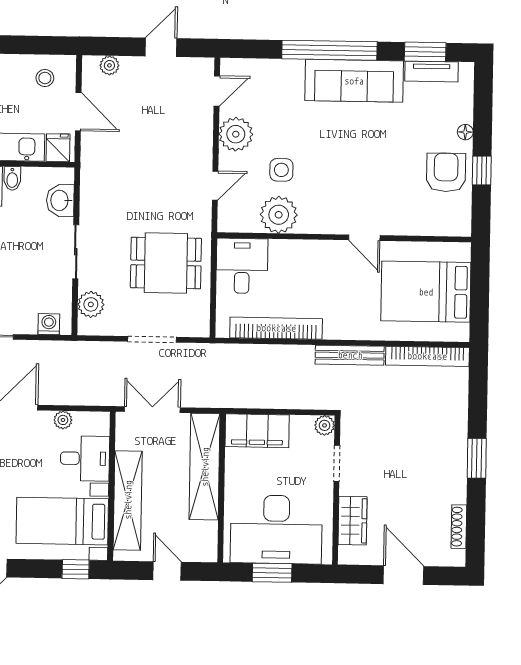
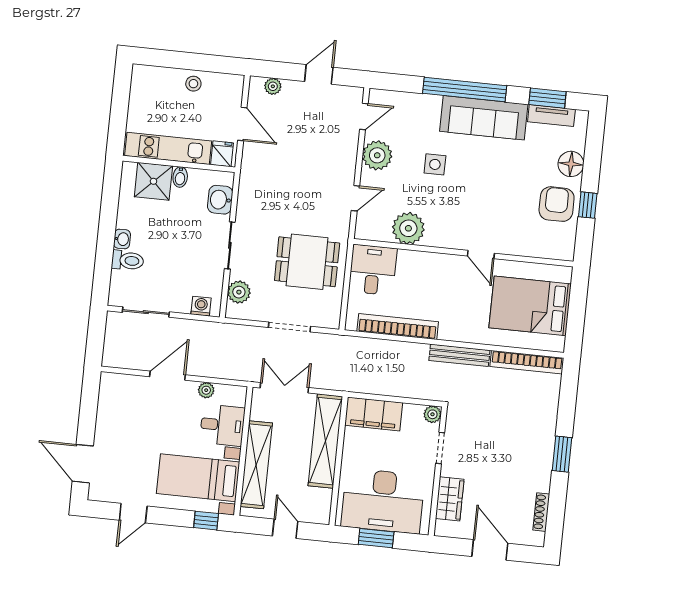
stool: (45, 78) -> (193, 84), moved
floor lamp: (465, 132) -> (571, 164), width x1.89, depth x1.89
side table: (281, 170) -> (435, 164), moved

